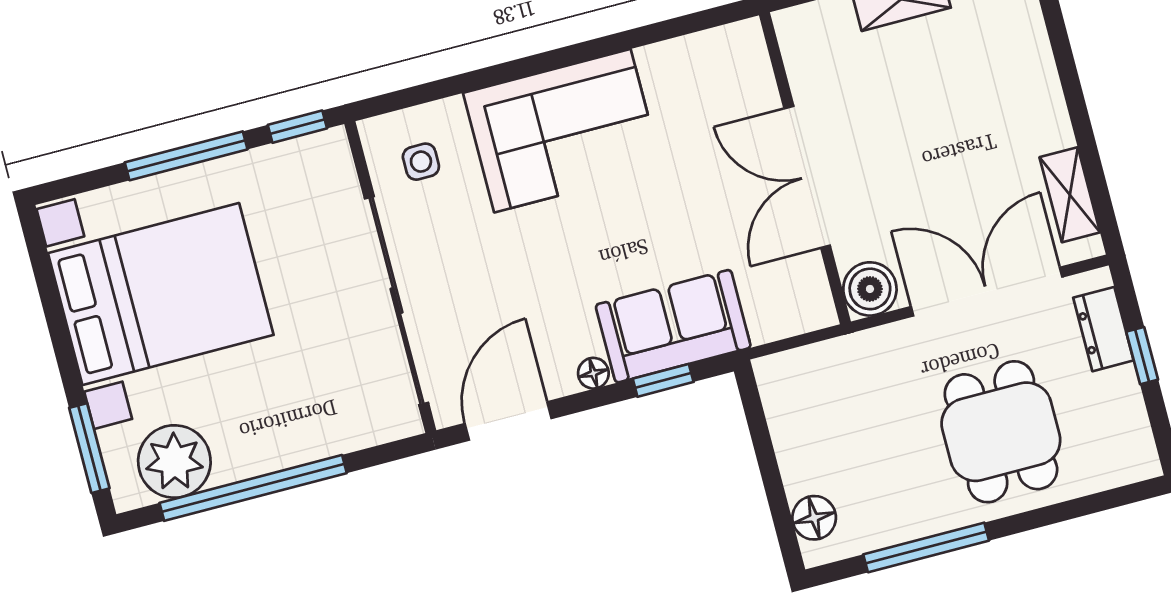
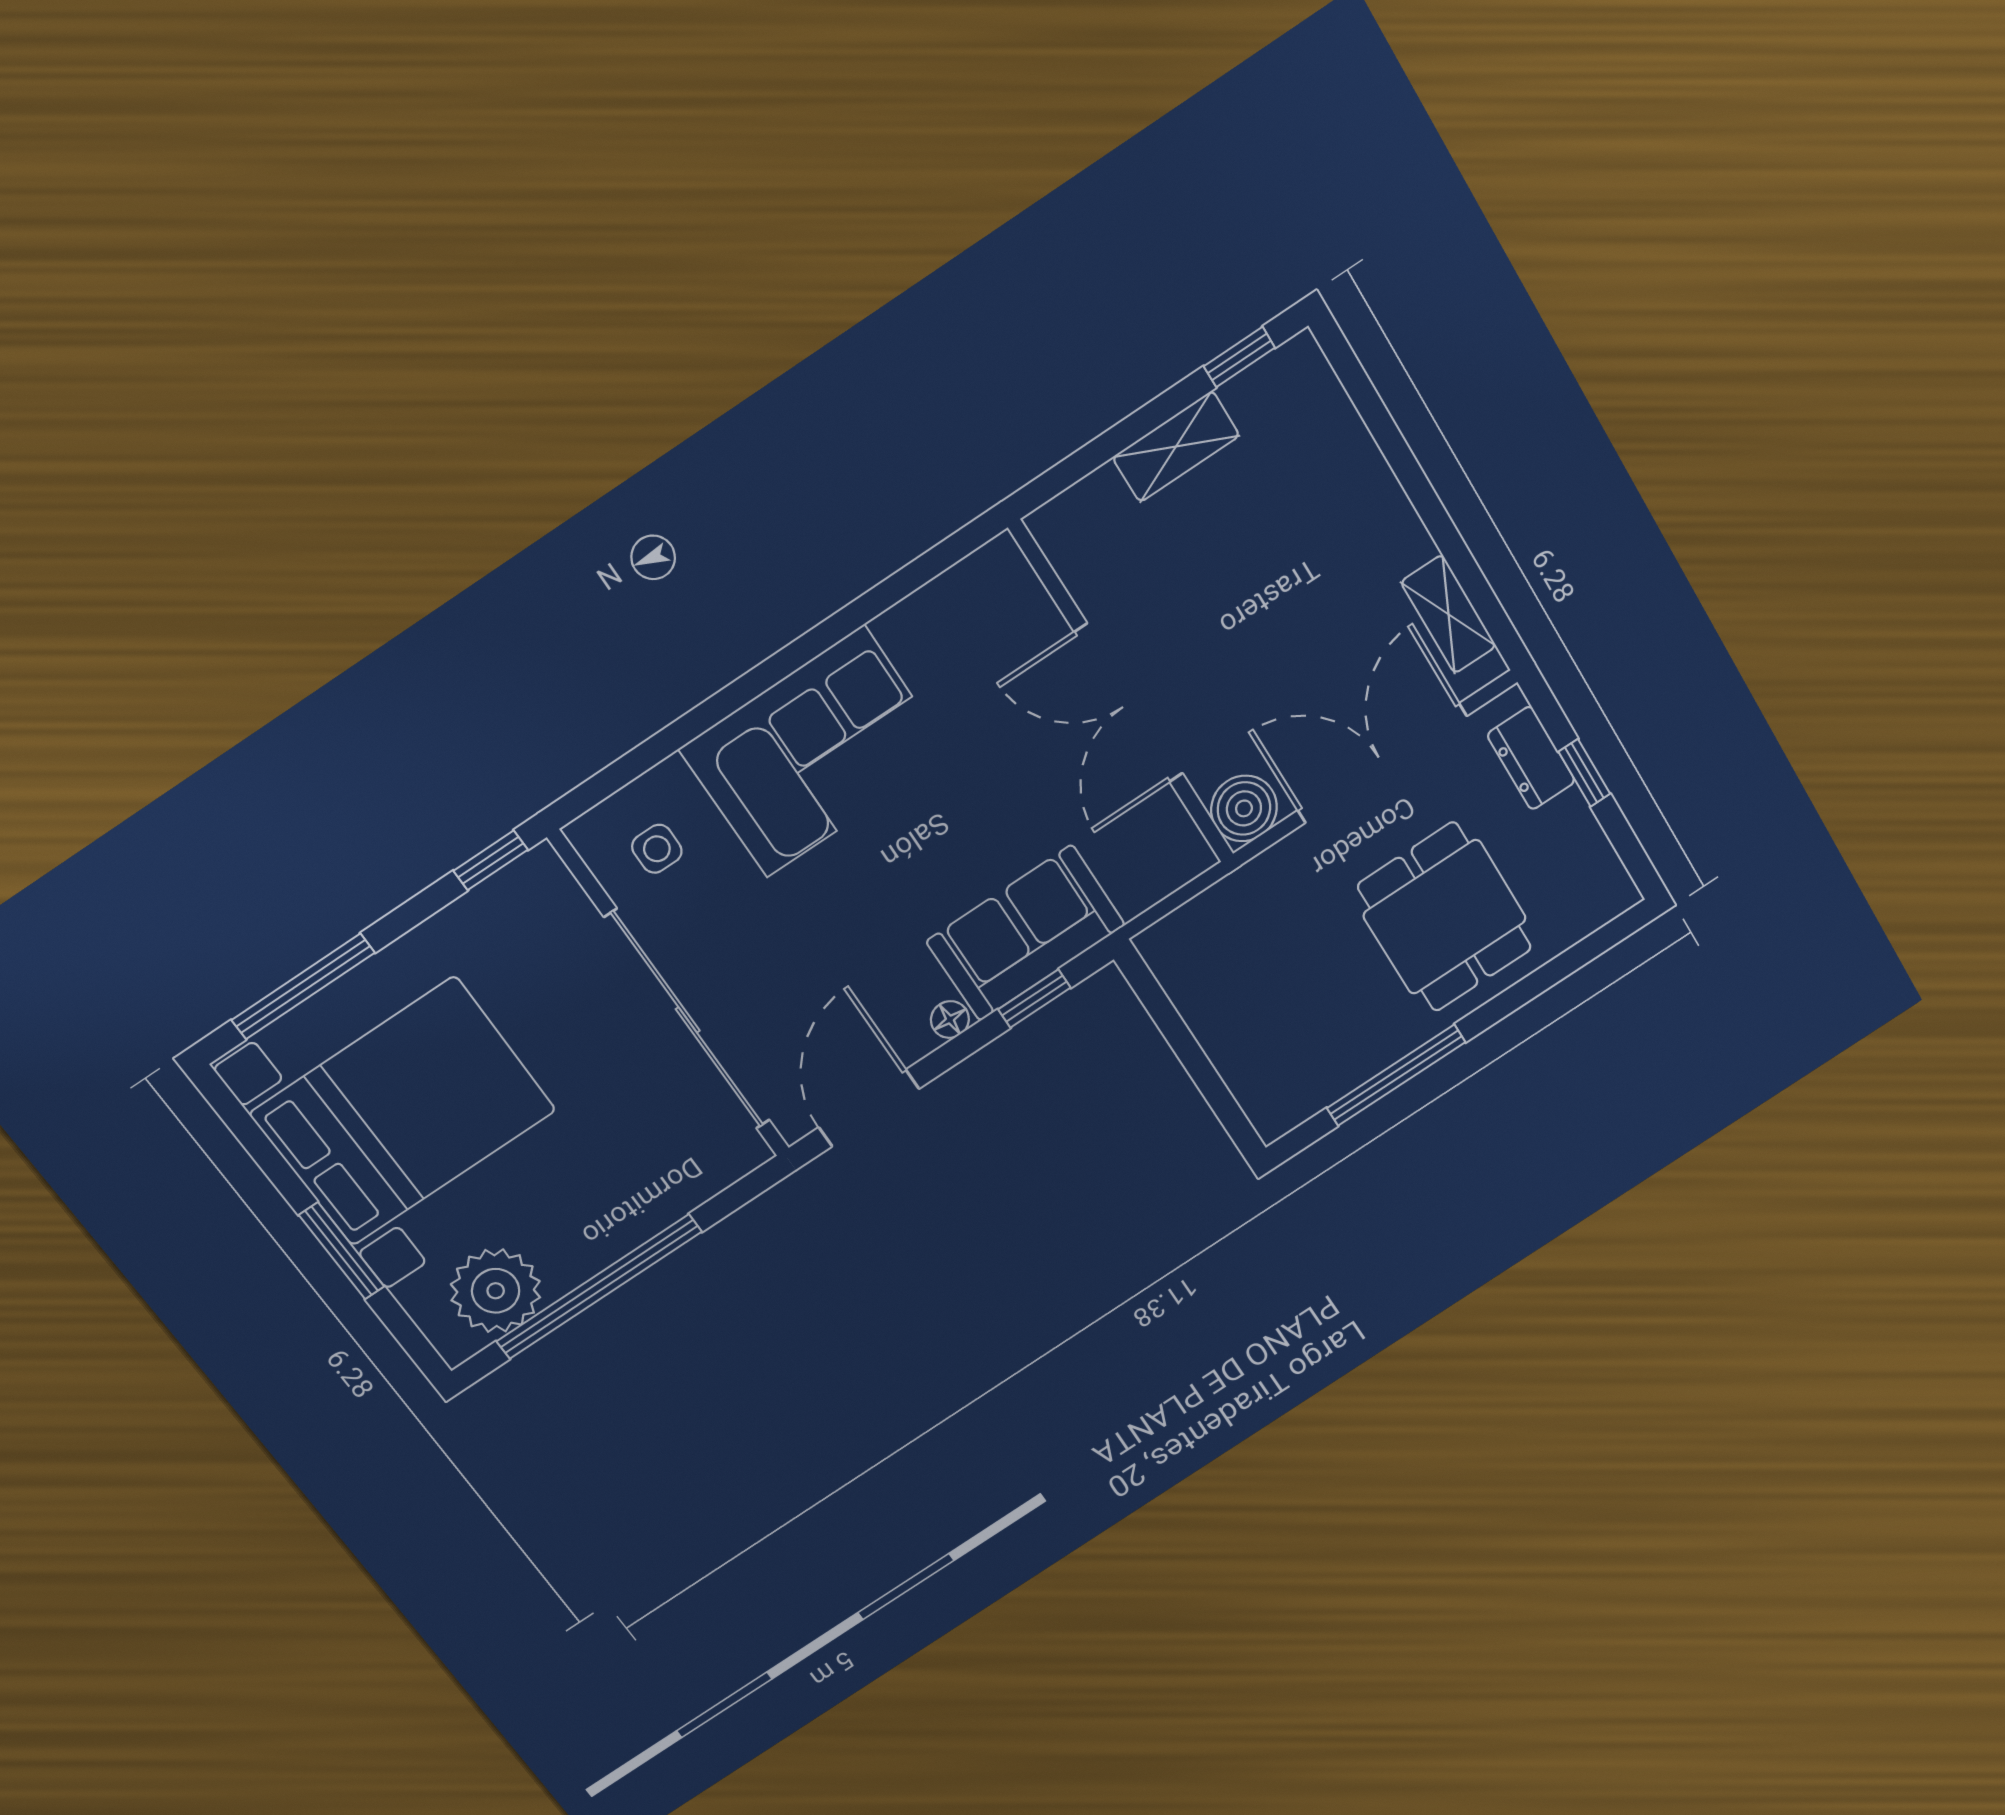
window: (186, 156) -> (303, 986), moved
window: (89, 448) -> (342, 1251), moved
floor lamp: (814, 518) -> (1258, 1088), removed

